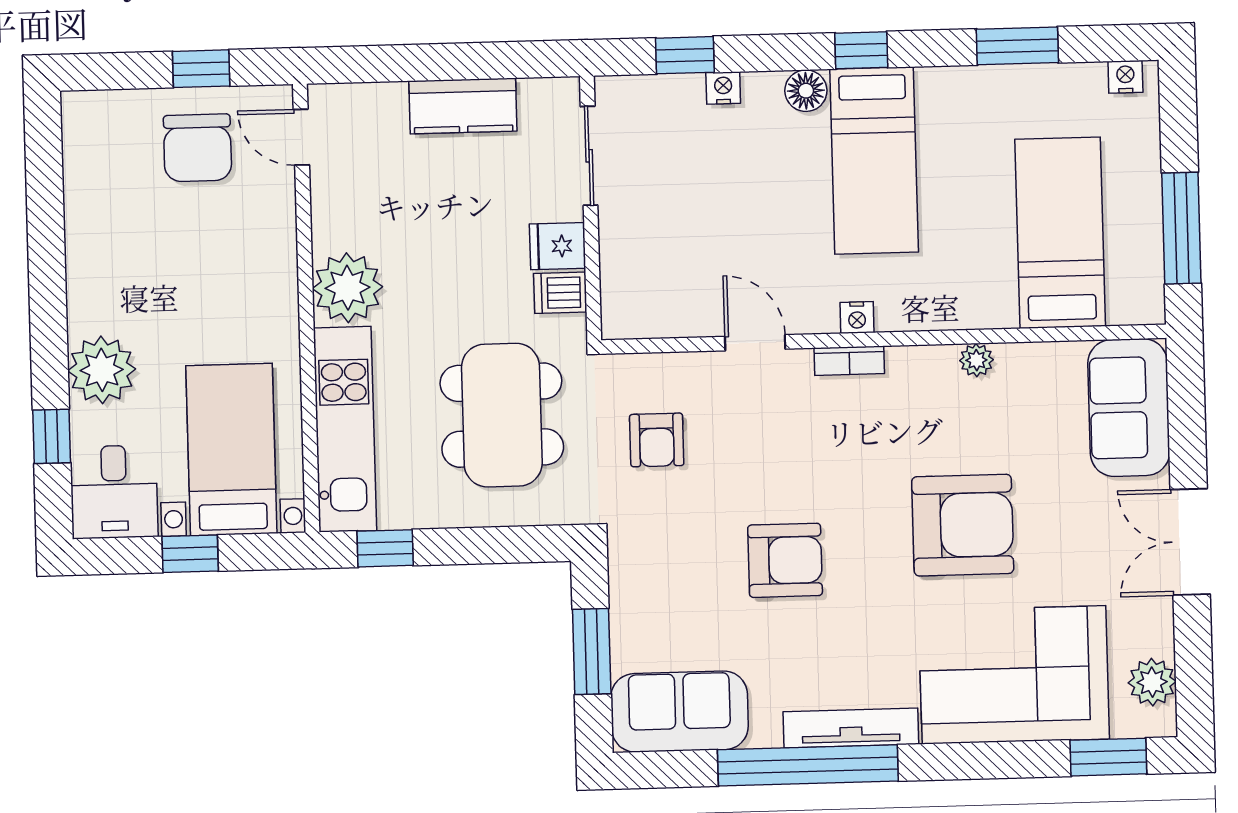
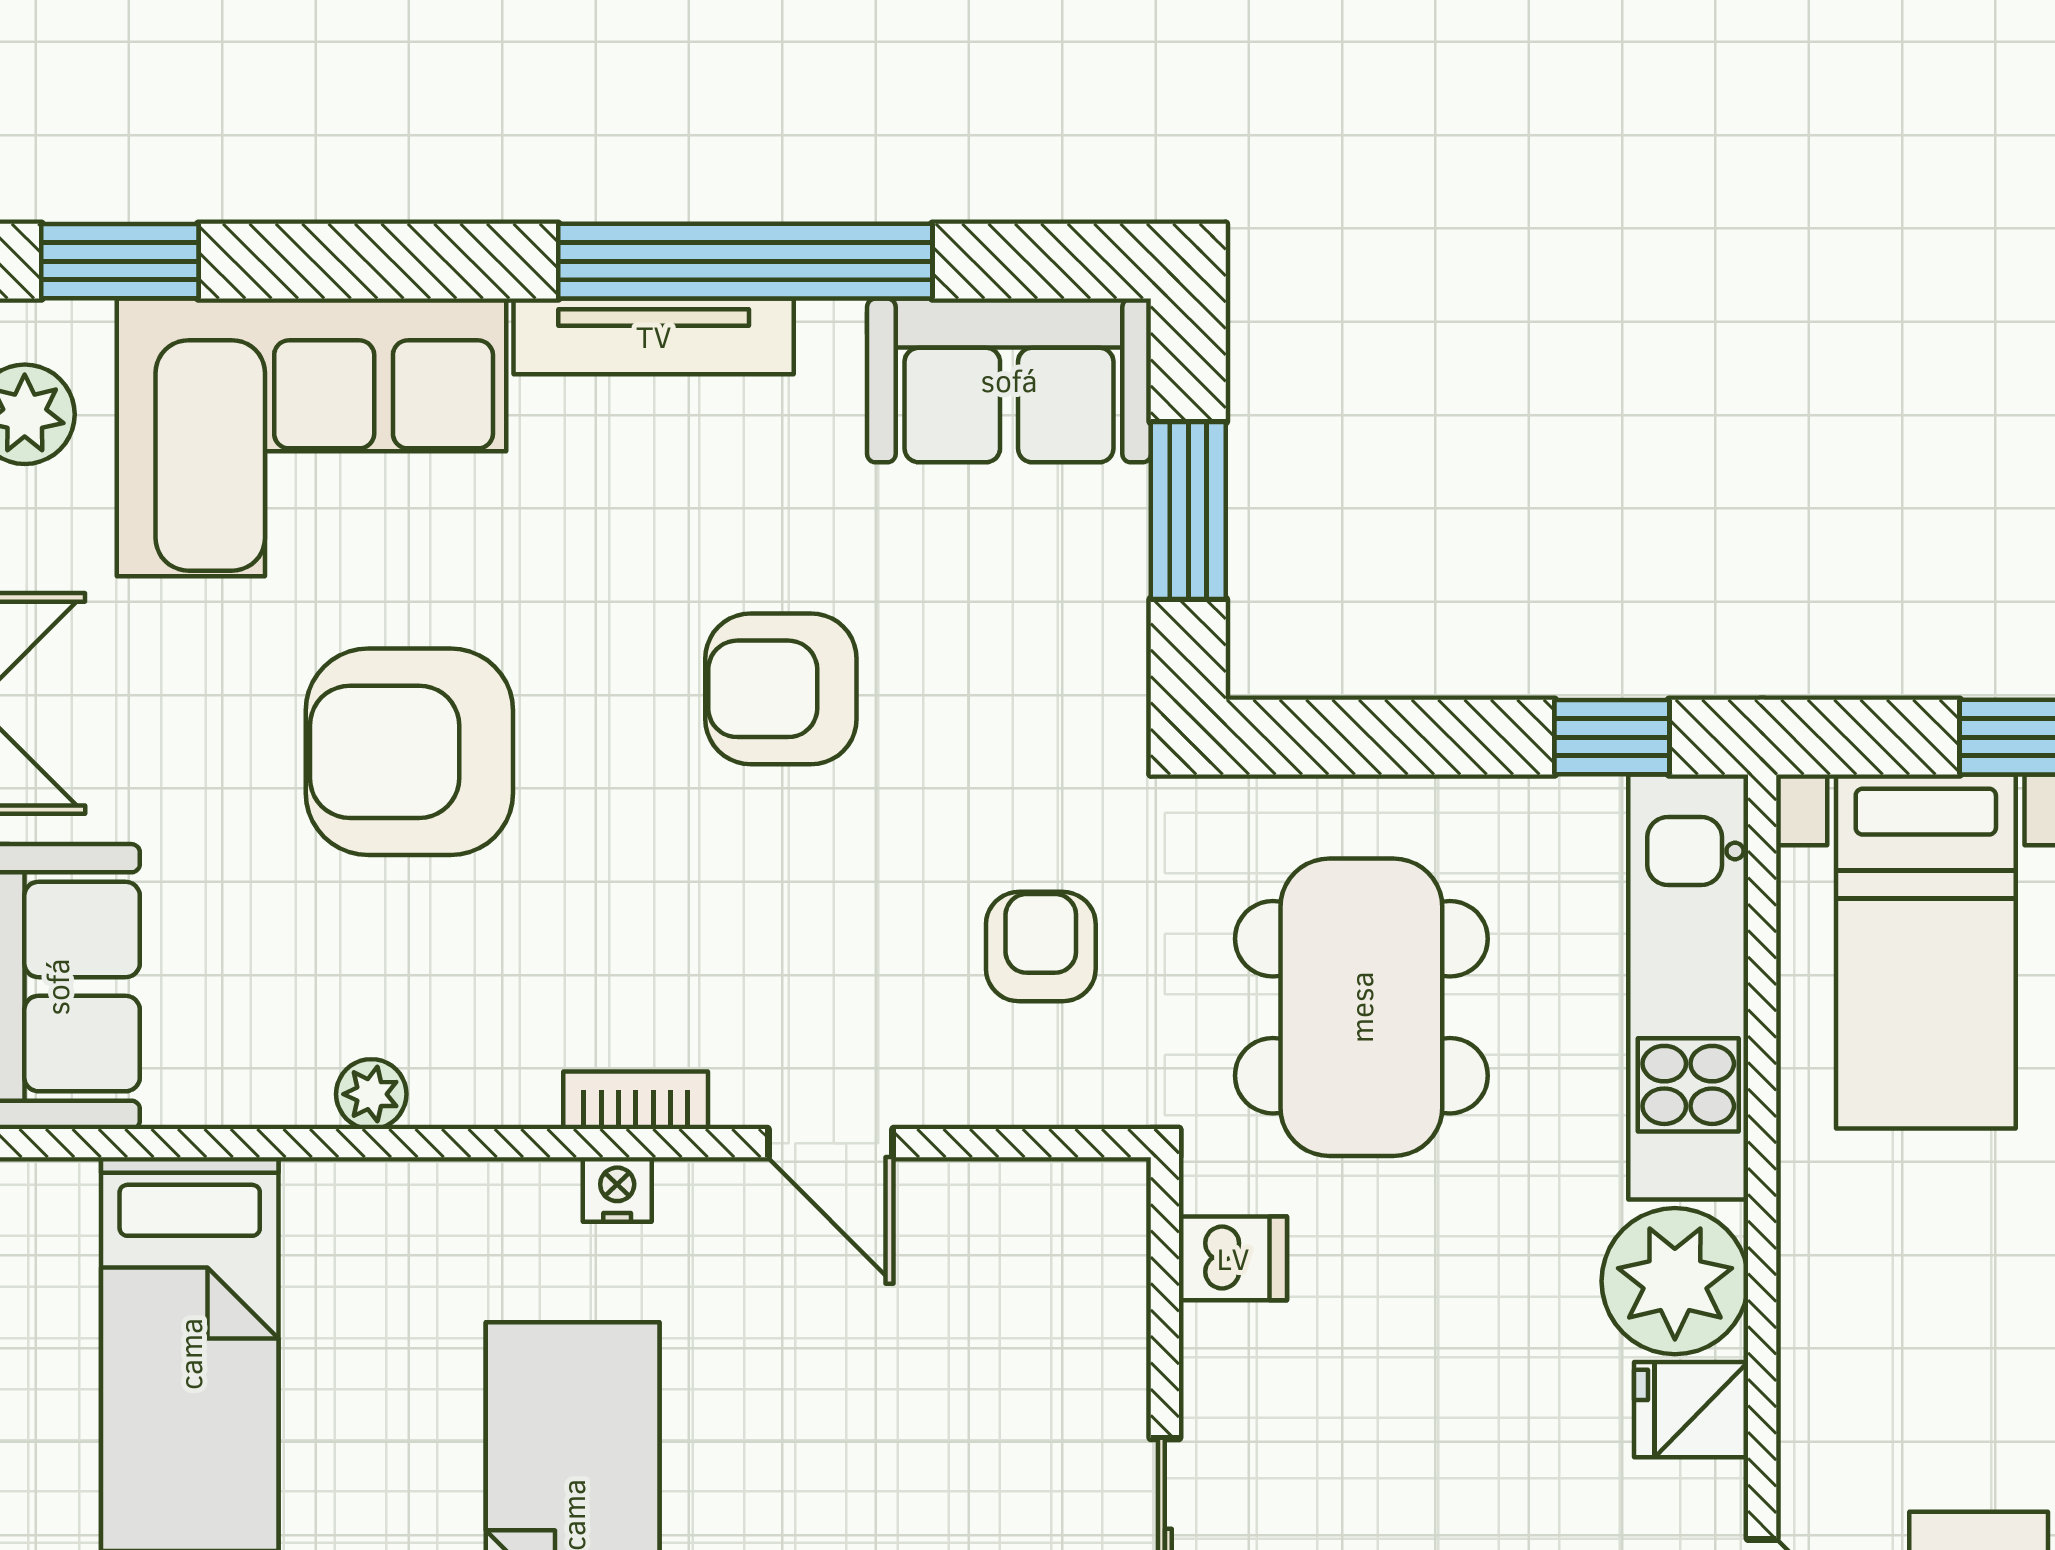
fridge: (557, 246) -> (1691, 1410), moved, turned 180

